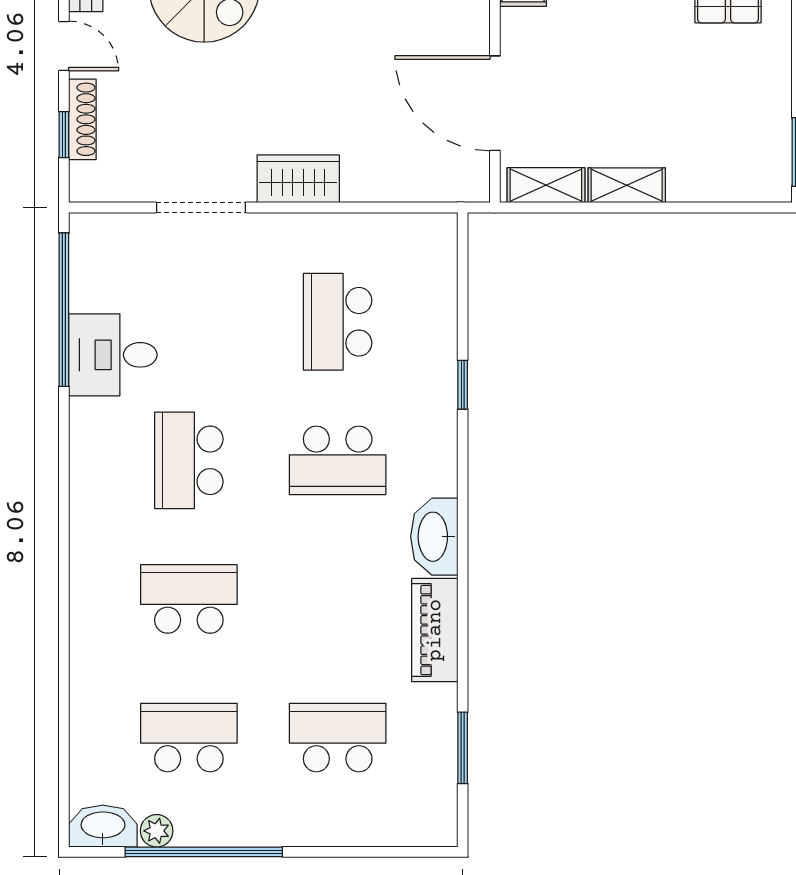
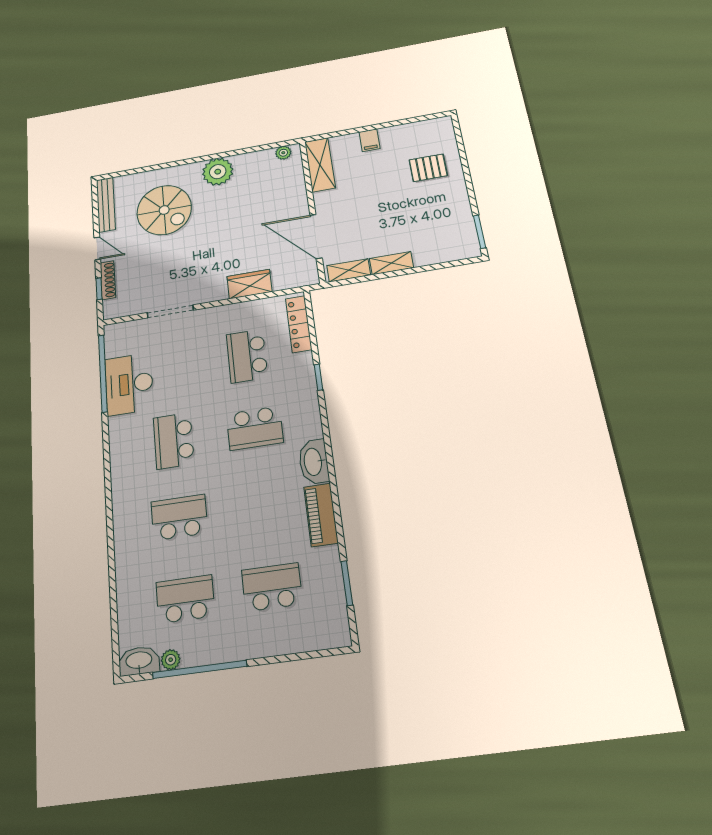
wardrobe: (298, 179) -> (249, 284), moved
locker: (440, 276) -> (299, 324), added
desk: (113, 355) -> (129, 384), width x1.37

